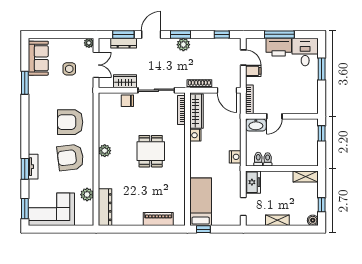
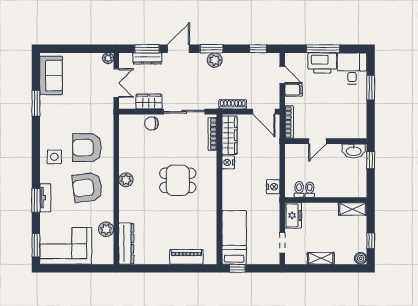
side table: (69, 69) -> (54, 157), moved
washbasin: (256, 125) -> (354, 151), moved
dining table: (151, 151) -> (178, 180), turned 90

